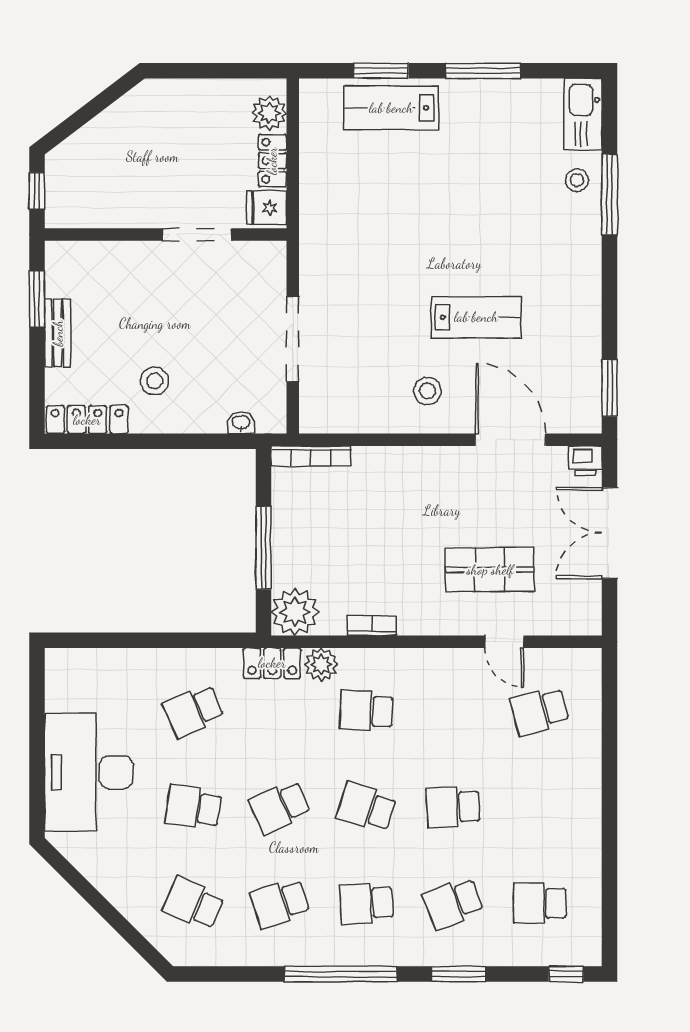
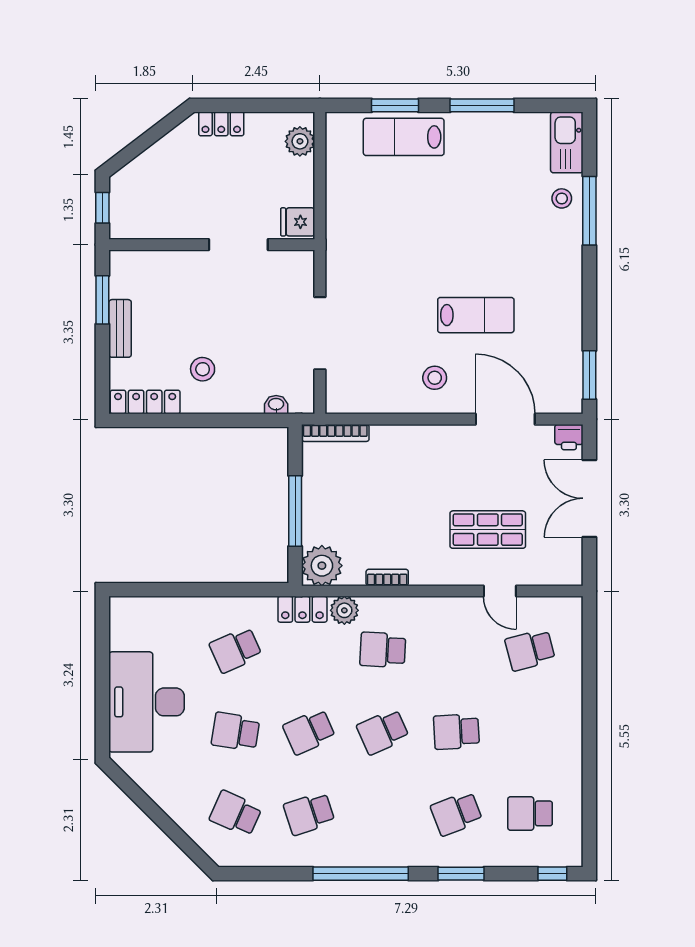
locker: (272, 161) -> (221, 124), moved, turned -90
school desk: (367, 807) -> (383, 732), turned -42
school desk: (367, 903) -> (383, 813), removed

